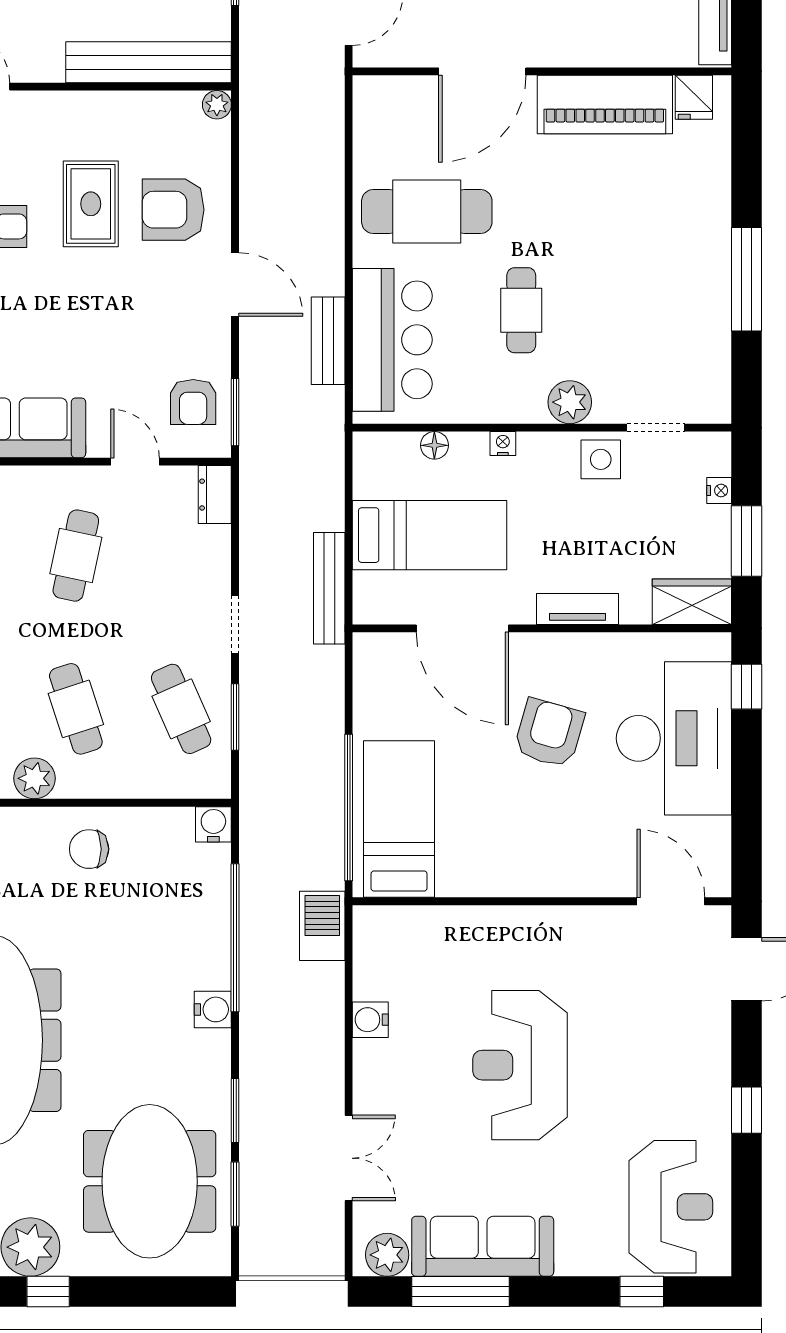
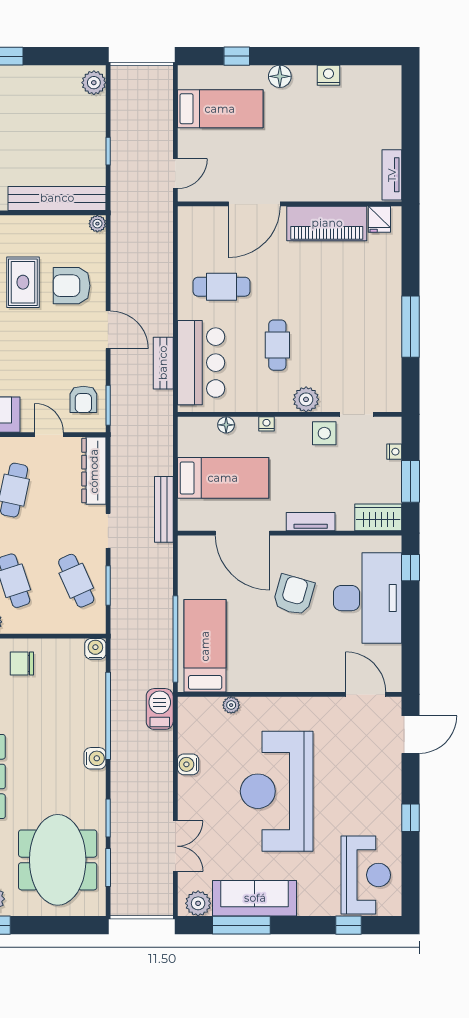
cafe table: (427, 211) -> (222, 287), width x0.73, depth x0.74
dresser: (215, 495) -> (94, 471), width x1.96, depth x1.24
plant: (443, 919) -> (231, 705), added
reception desk: (520, 1065) -> (277, 791), width x1.36, depth x1.30

